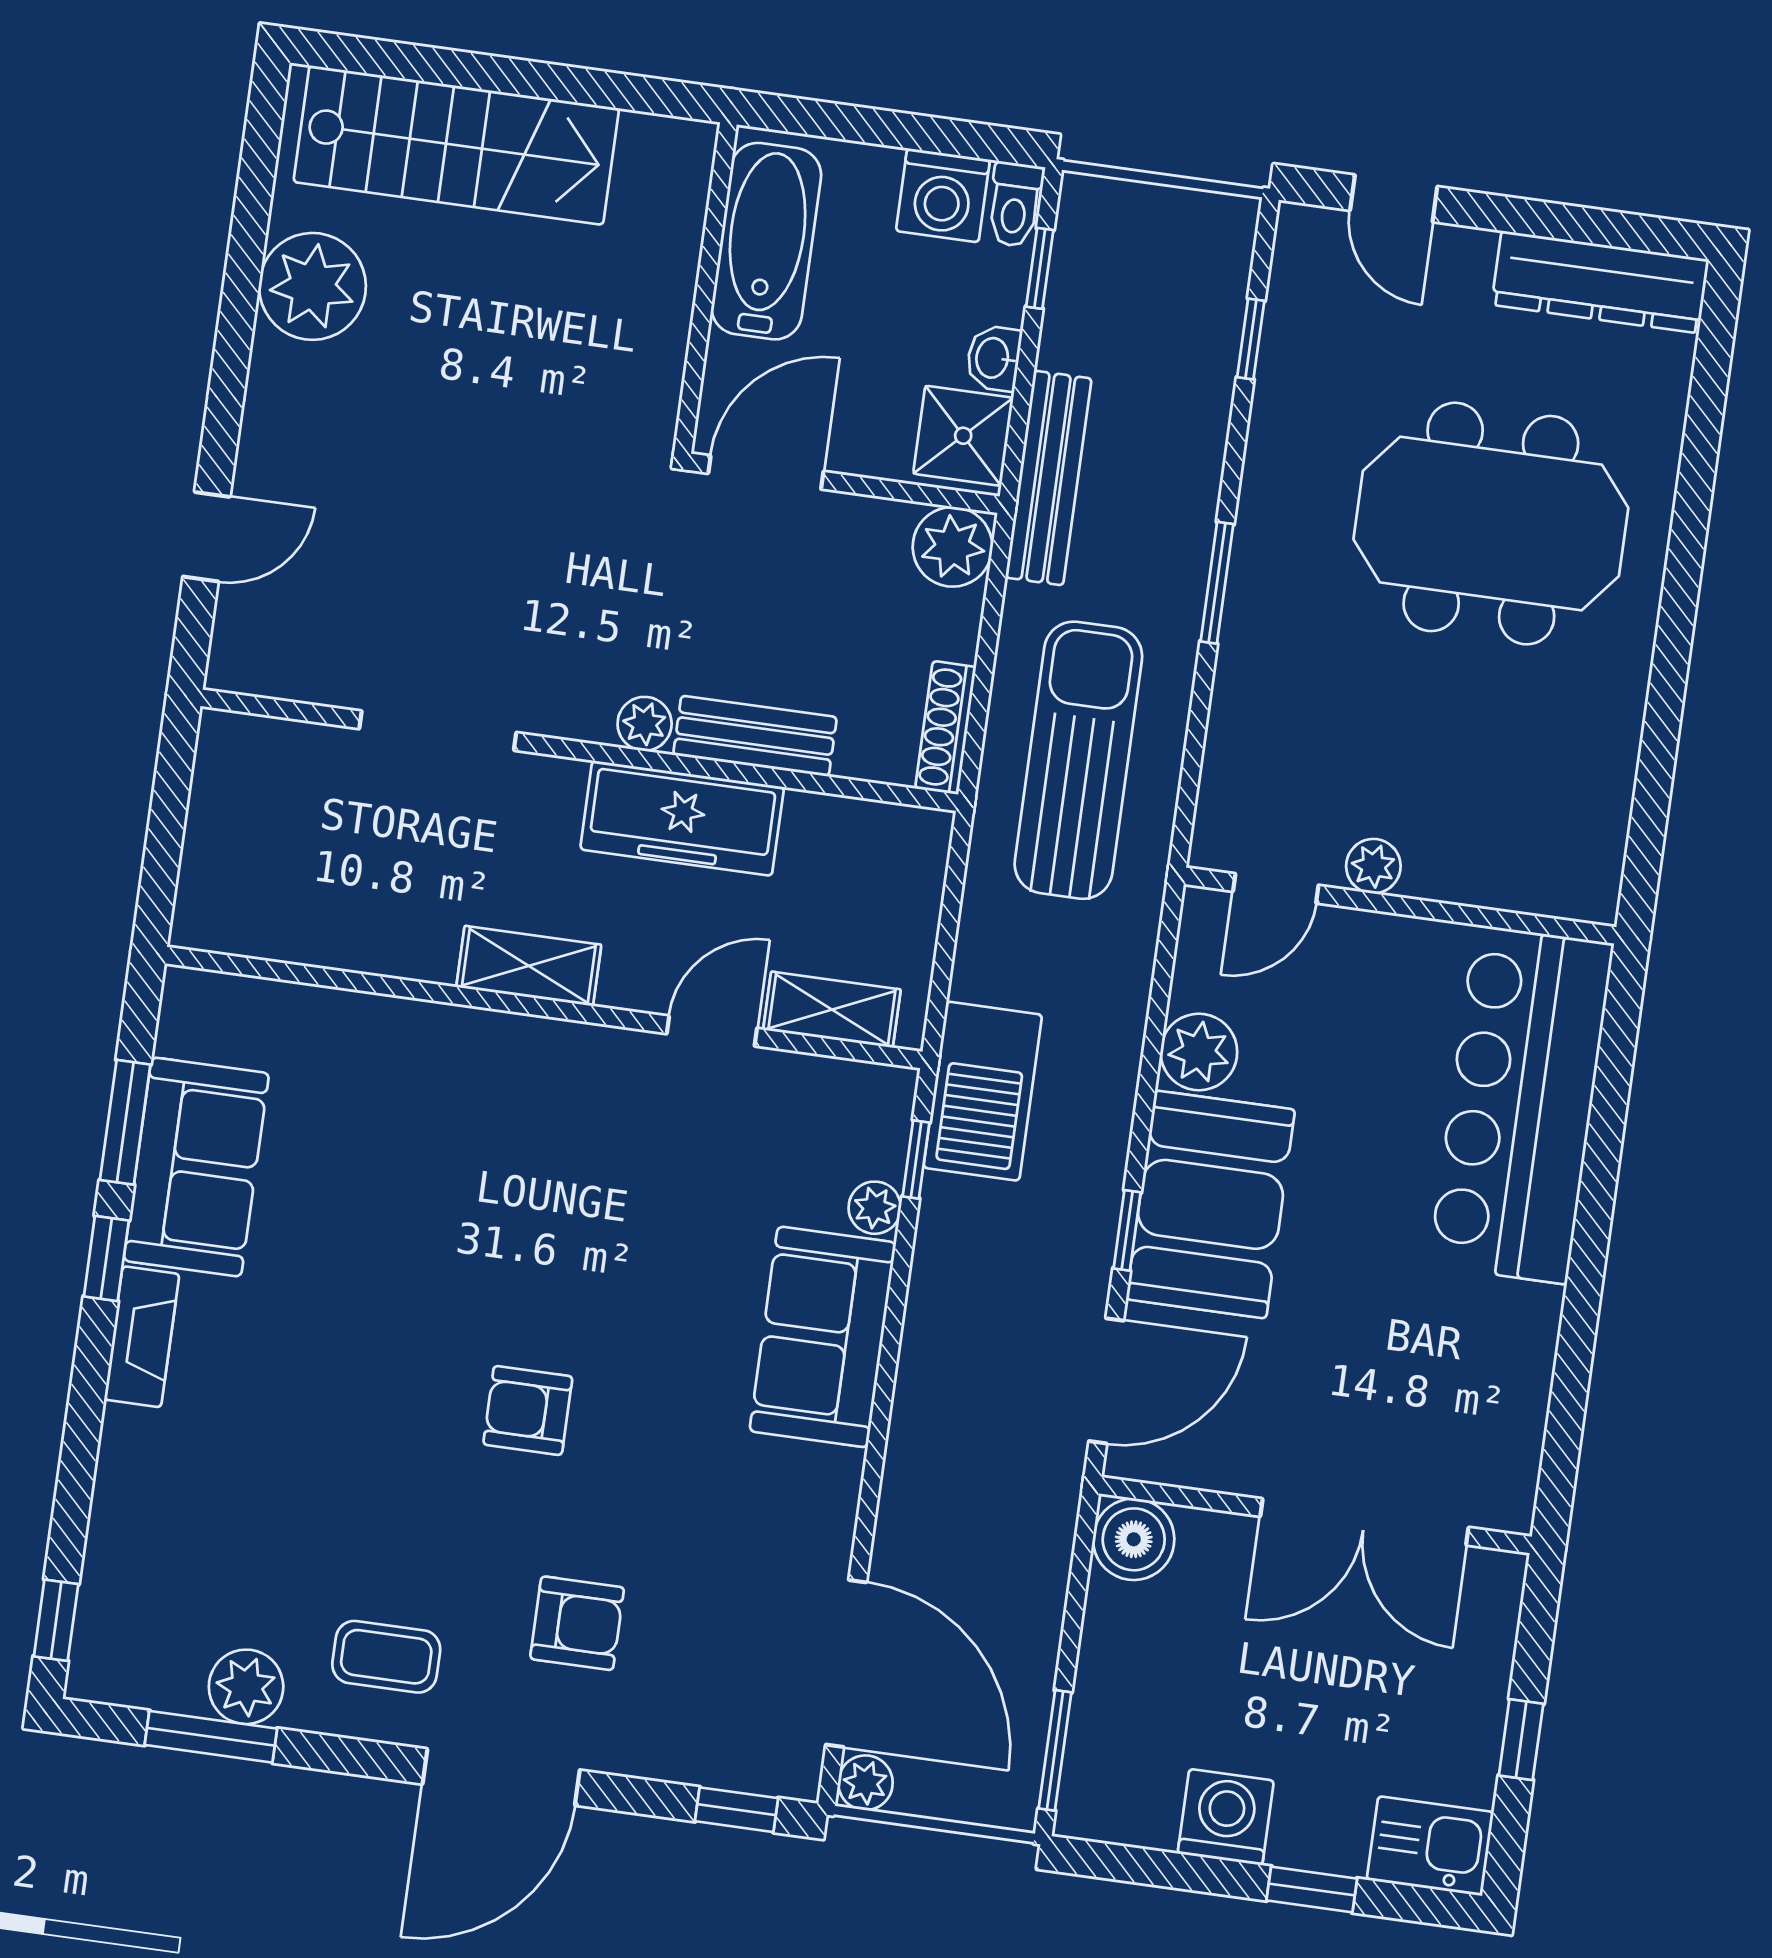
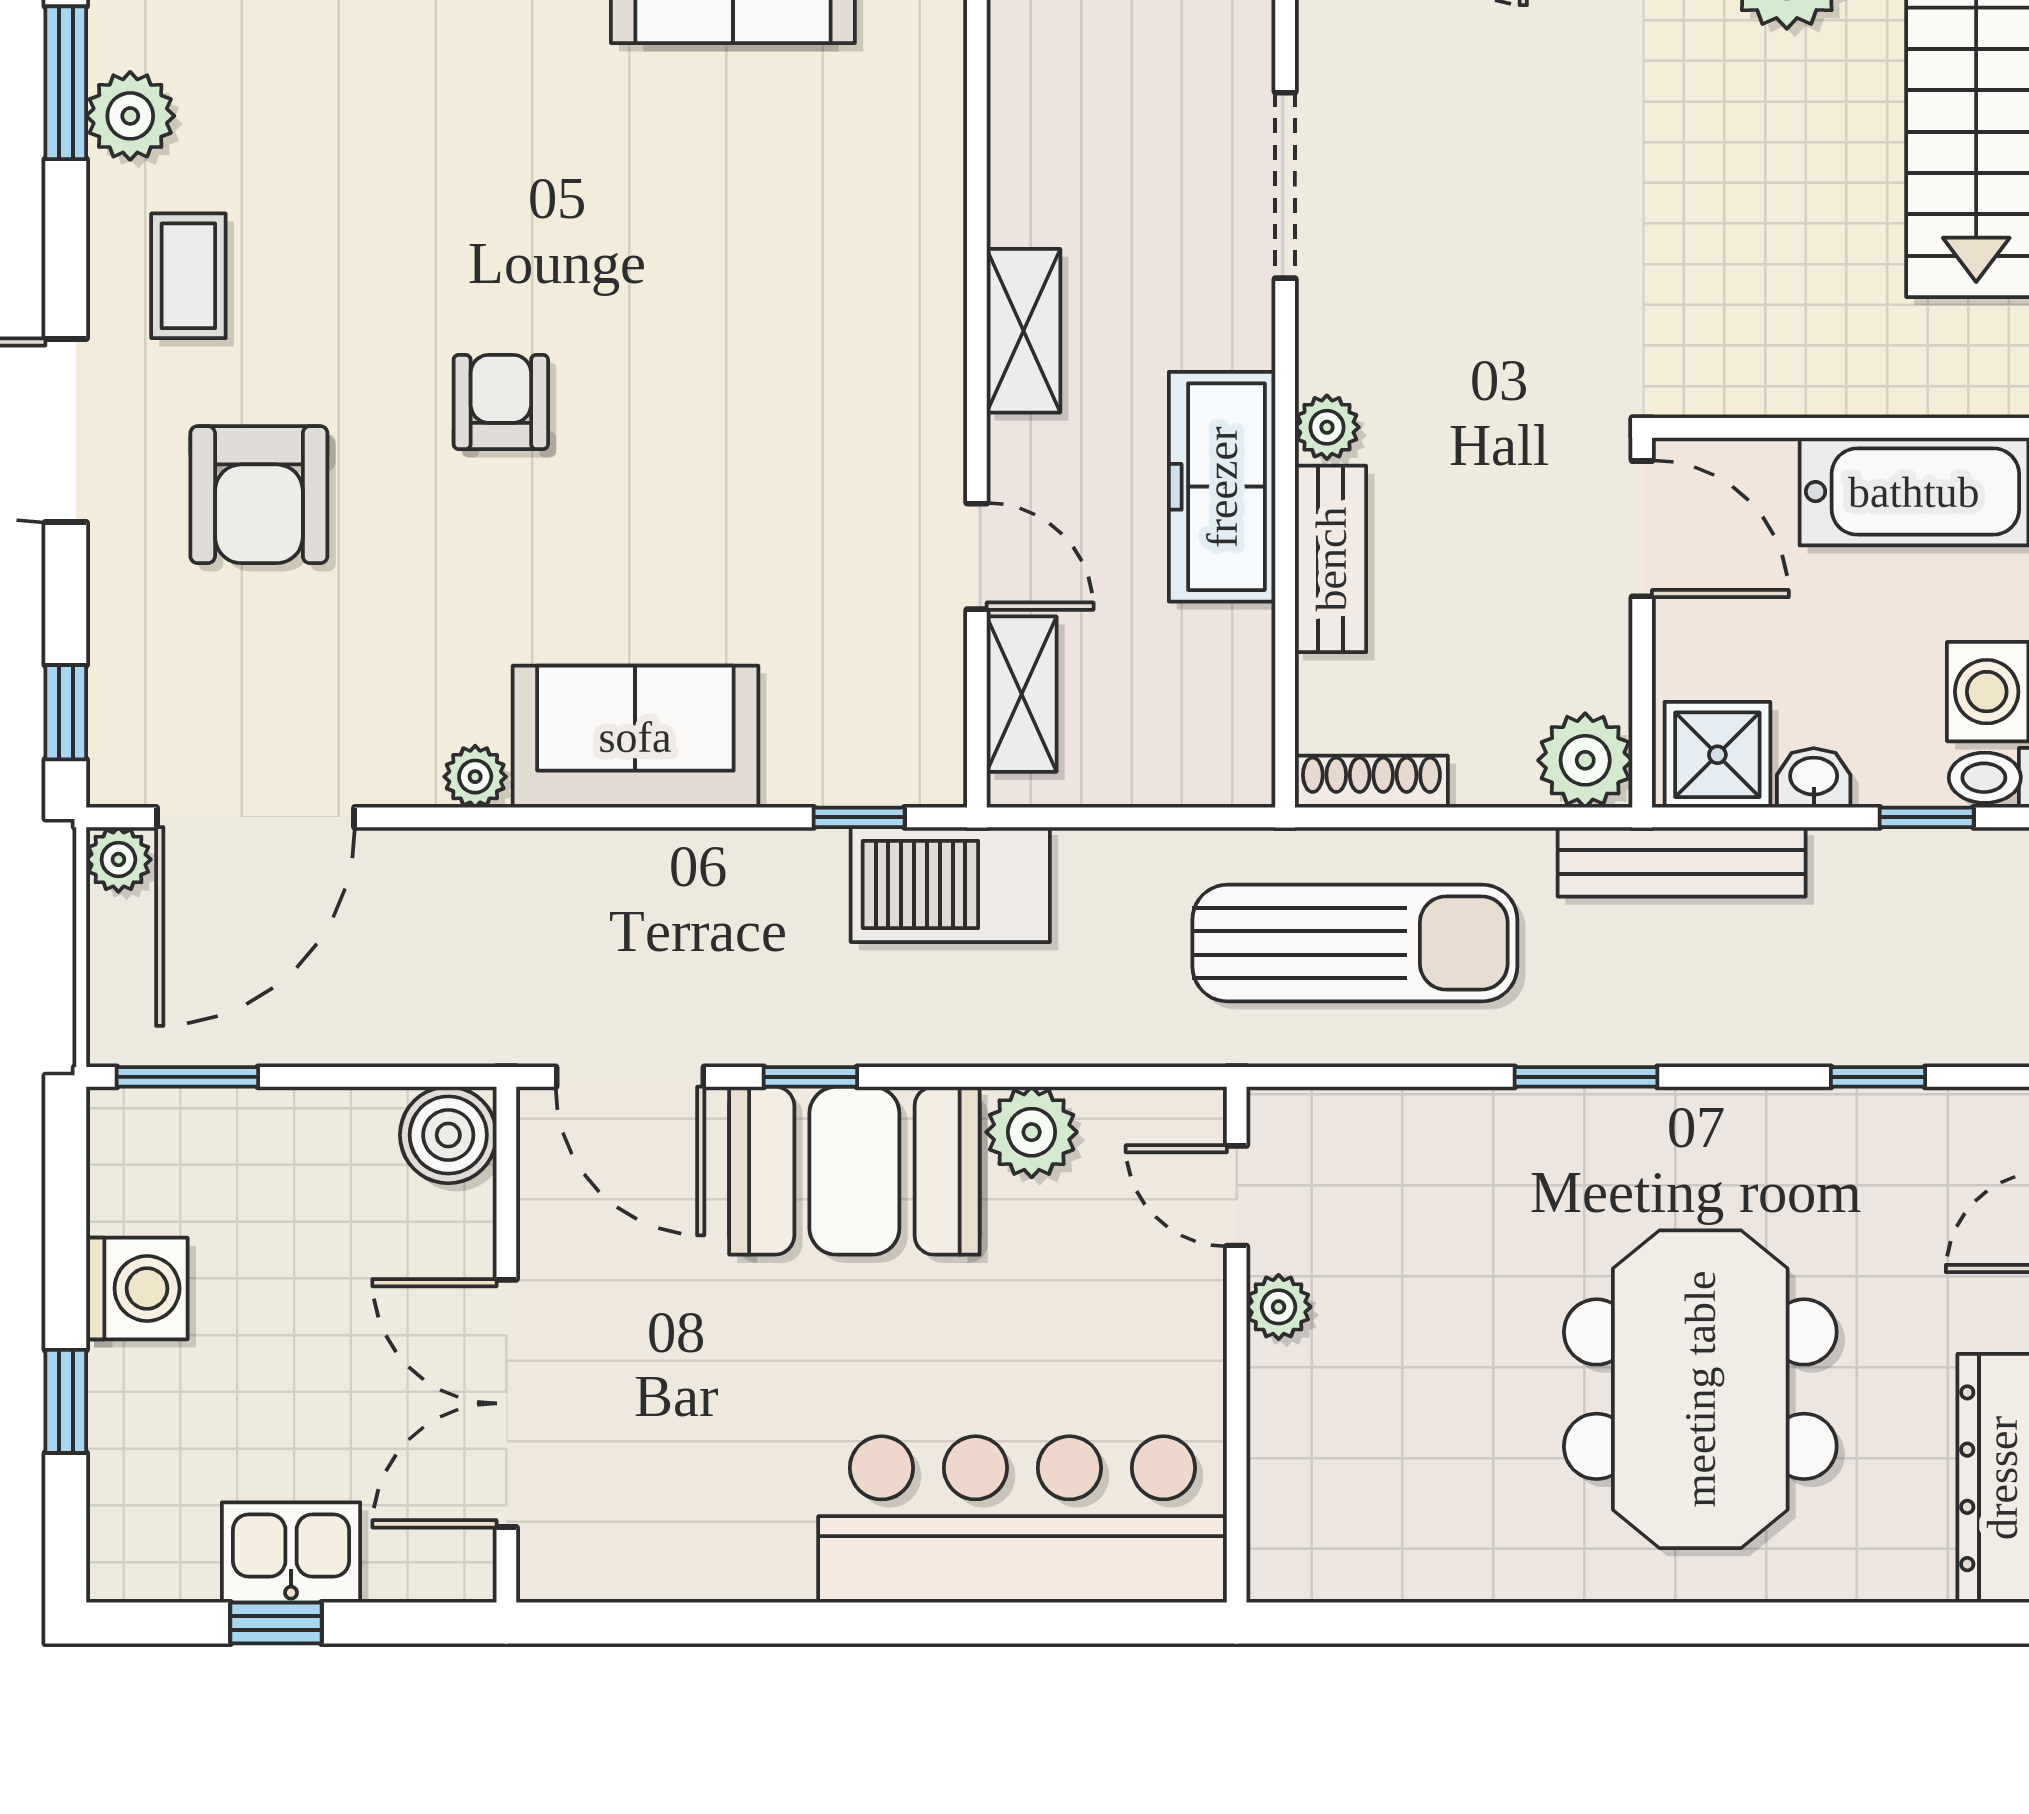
plant: (875, 1208) -> (475, 777), moved
armchair: (577, 1623) -> (259, 495), width x1.38, depth x1.38
kitchen sink: (1430, 1846) -> (291, 1553), moved, turned -90

